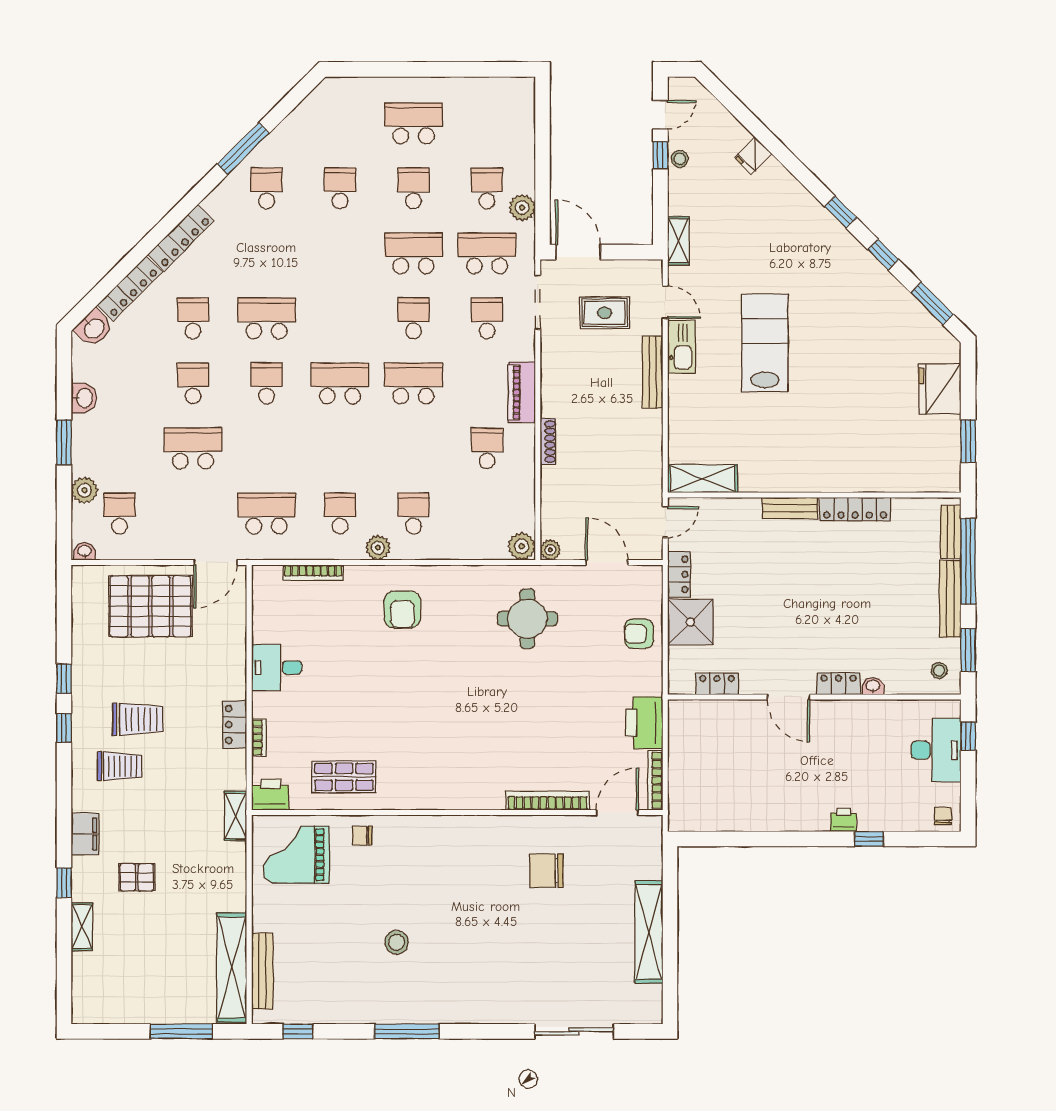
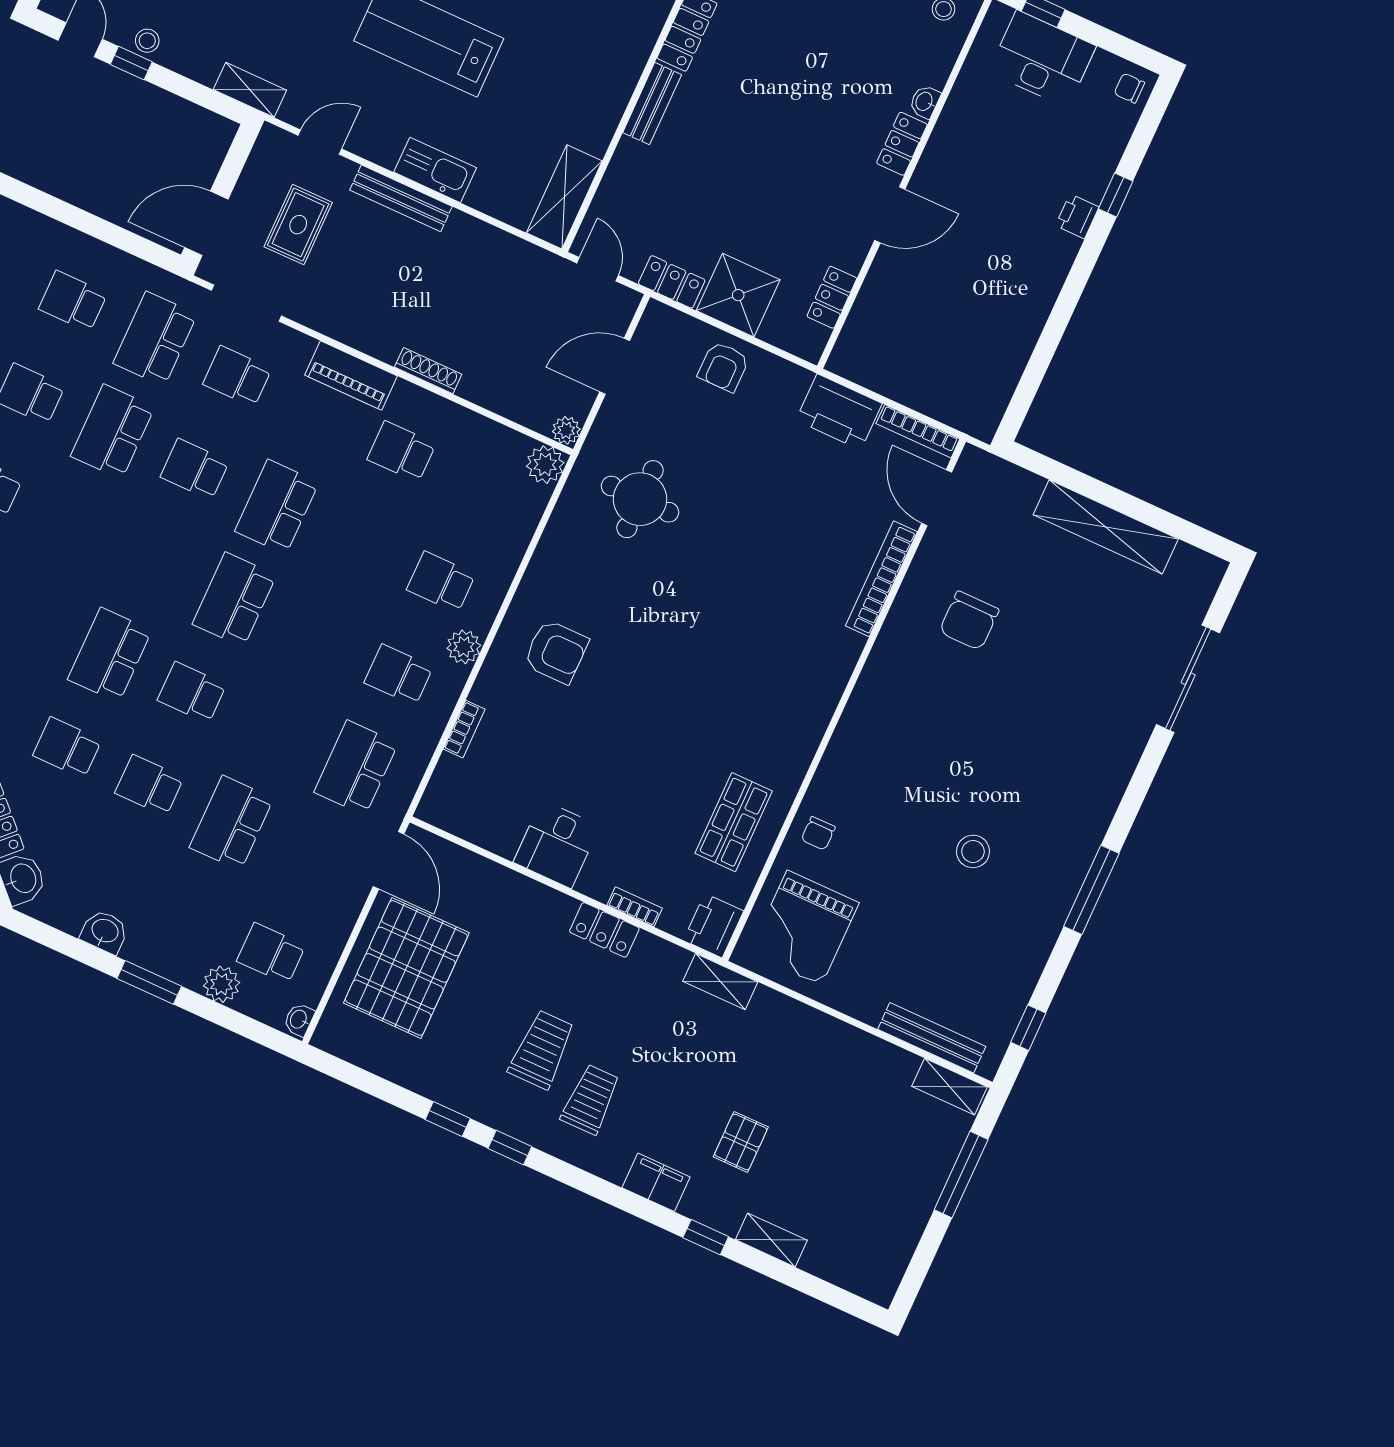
plant: (522, 208) -> (118, 268), removed
kitchen sink: (681, 347) -> (435, 170), moved
bookcase: (313, 573) -> (464, 729), width x0.64
shelving: (232, 968) -> (950, 1087), width x0.45, depth x0.75

